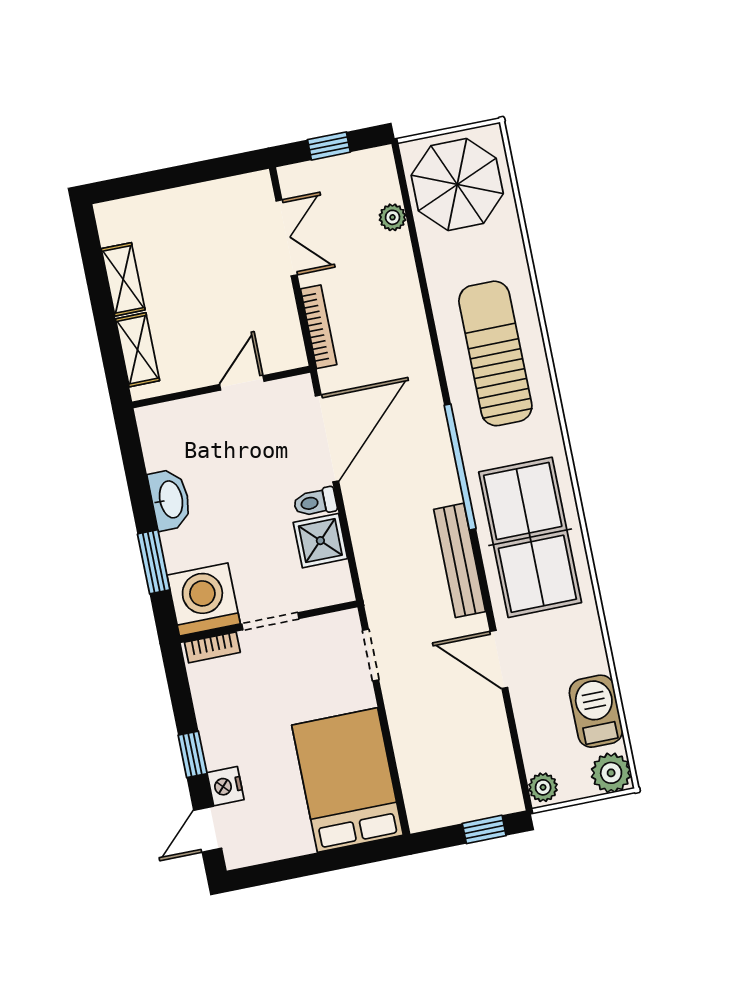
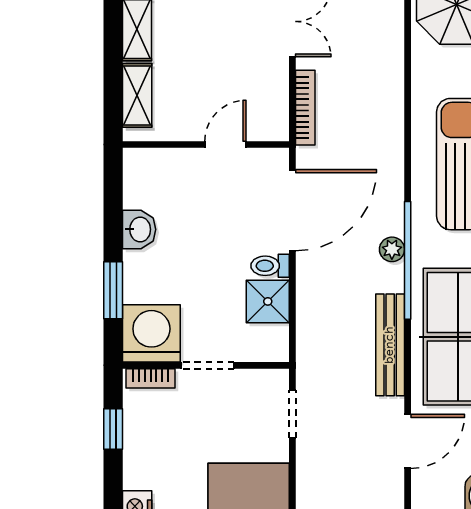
plant: (393, 217) -> (392, 249), moved
washbasin: (170, 500) -> (139, 229), width x0.72
door: (499, 659) -> (408, 441), swing flipped
window: (193, 754) -> (113, 429), moved

